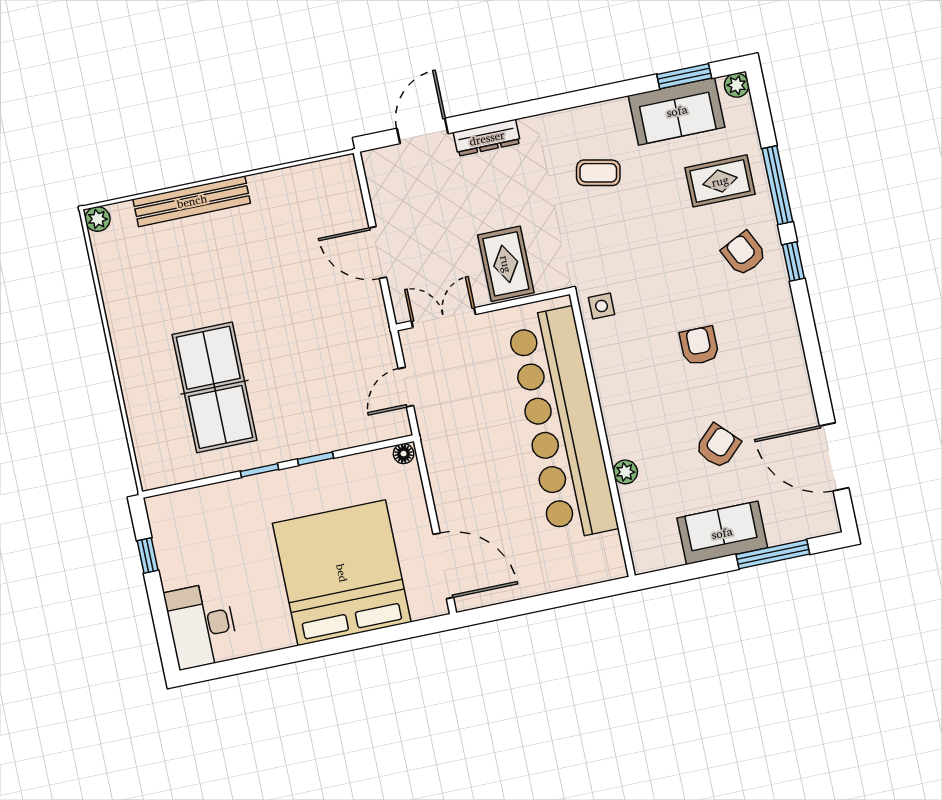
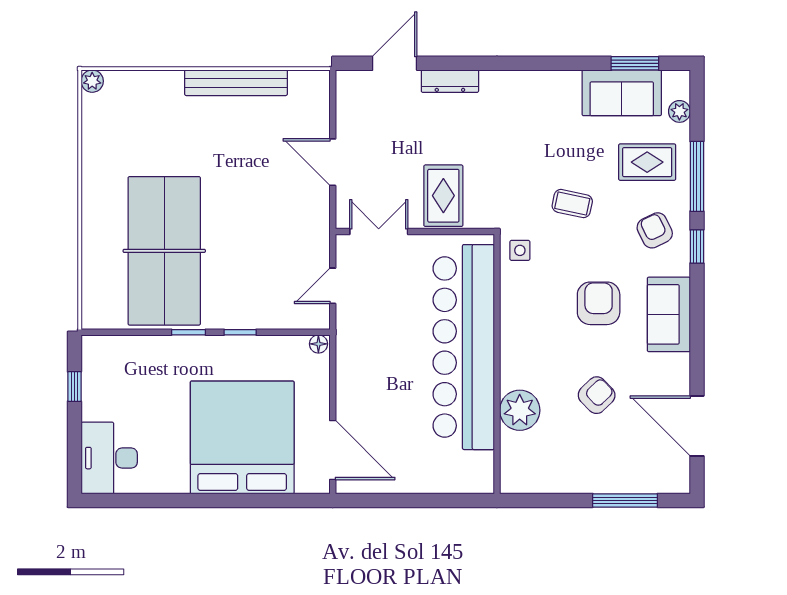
plant: (737, 85) -> (679, 111), moved
coffee table: (598, 173) -> (572, 204), moved
bench: (192, 201) -> (236, 83), moved
armchair: (699, 346) -> (599, 303), width x1.38, depth x1.38
table tennis table: (214, 387) -> (164, 251), width x1.36, depth x1.32
plant: (625, 472) -> (520, 410), width x1.88, depth x1.88
sofa: (722, 533) -> (669, 314), moved, turned -90

